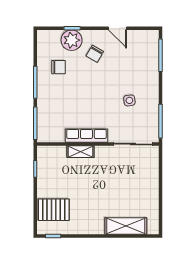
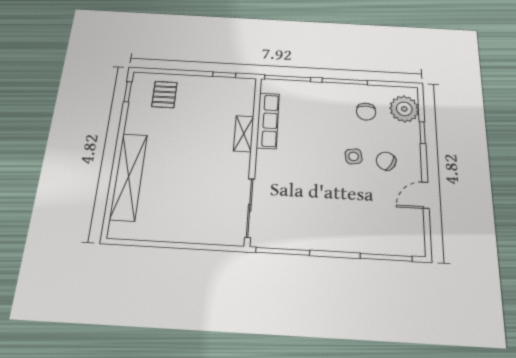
plant: (72, 40) -> (404, 109), moved
side table: (129, 100) -> (354, 156), moved
row of seats: (86, 136) -> (268, 121), moved
pallet: (54, 210) -> (164, 95), width x0.67, depth x0.71
shelving: (126, 226) -> (129, 177), width x1.47

